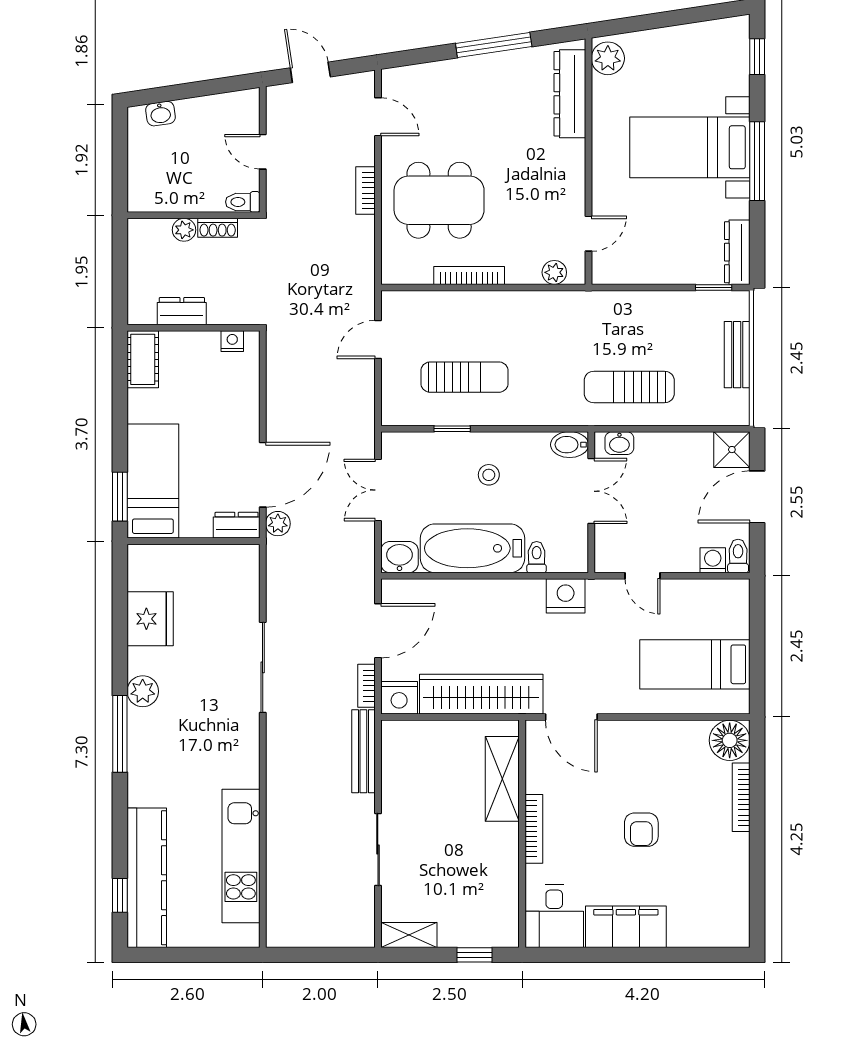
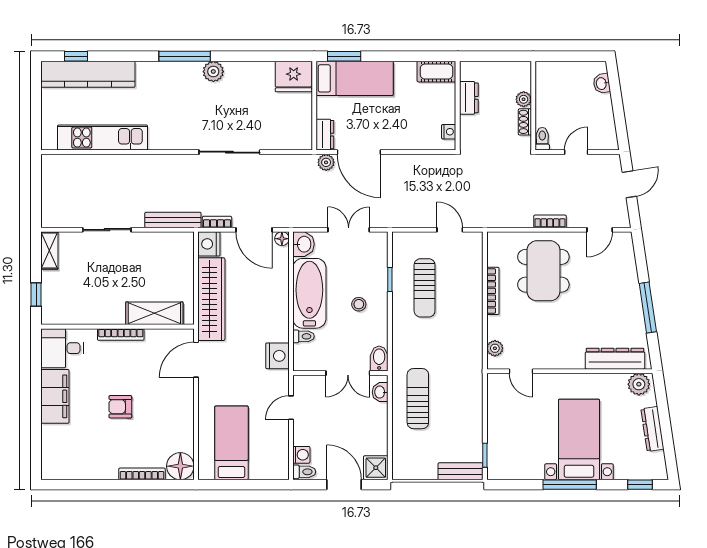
dresser: (737, 252) -> (652, 429), moved, turned -98
bench: (737, 355) -> (461, 471), moved
floor lamp: (391, 589) -> (282, 239), added
fridge: (150, 619) -> (294, 77), moved

